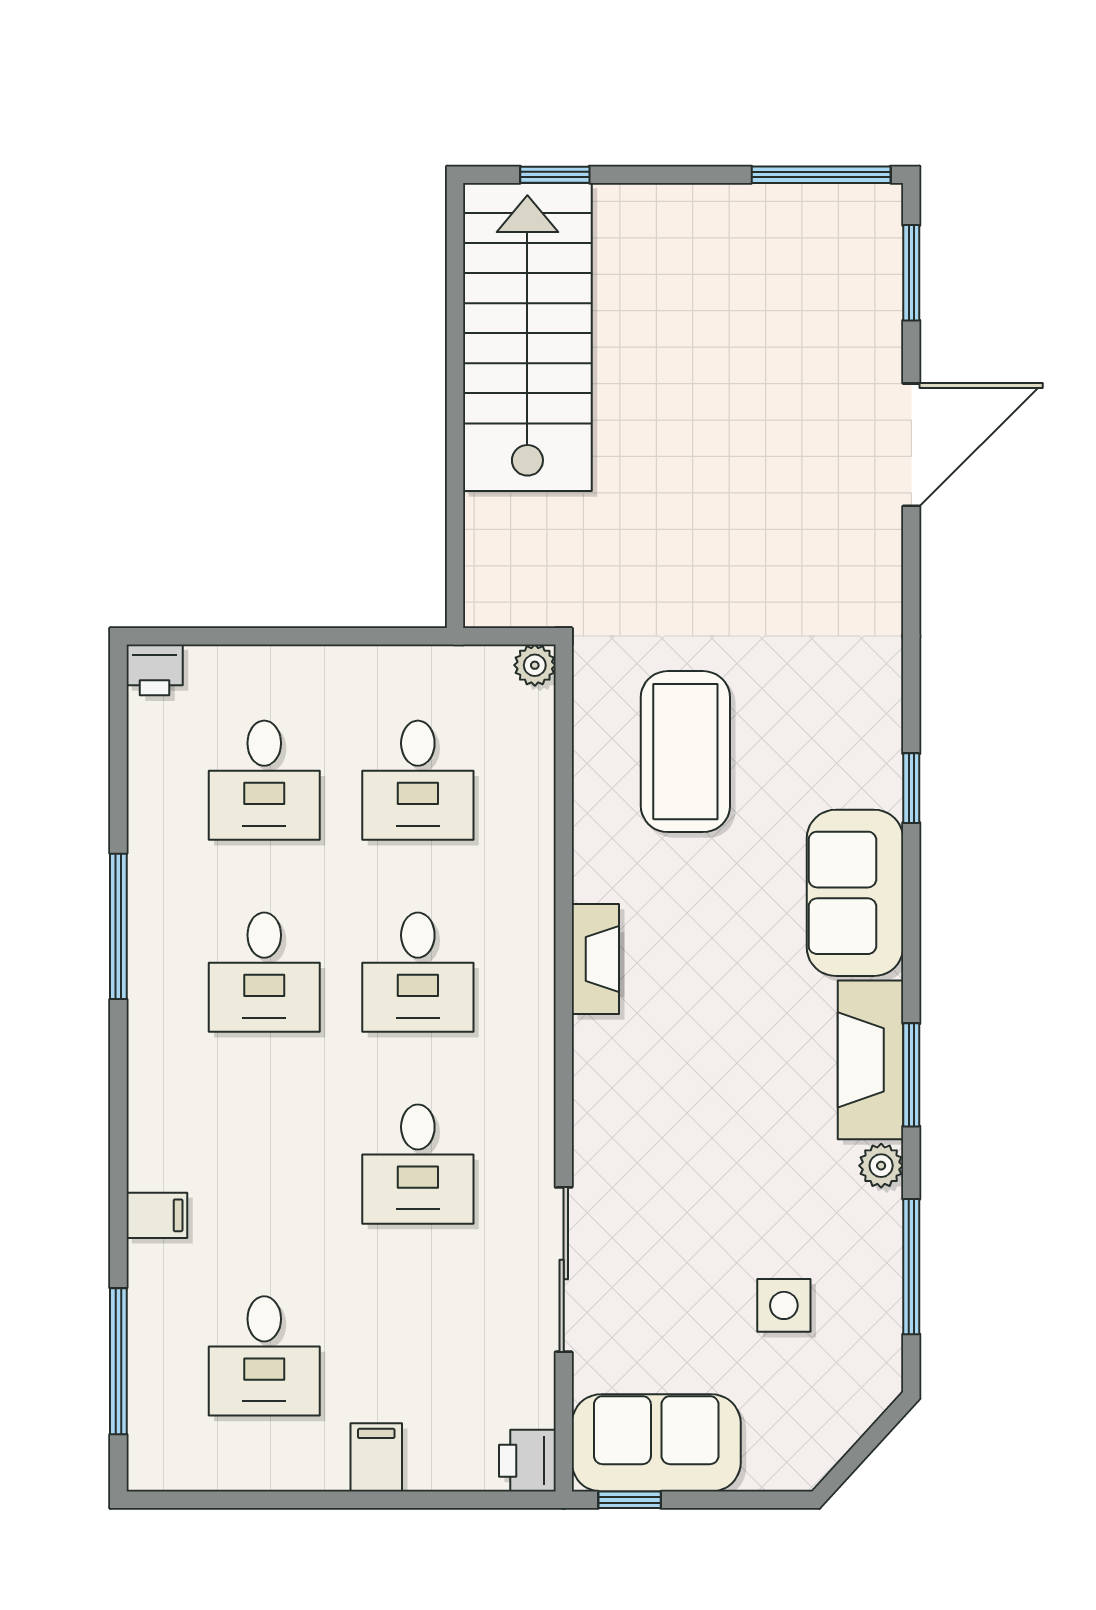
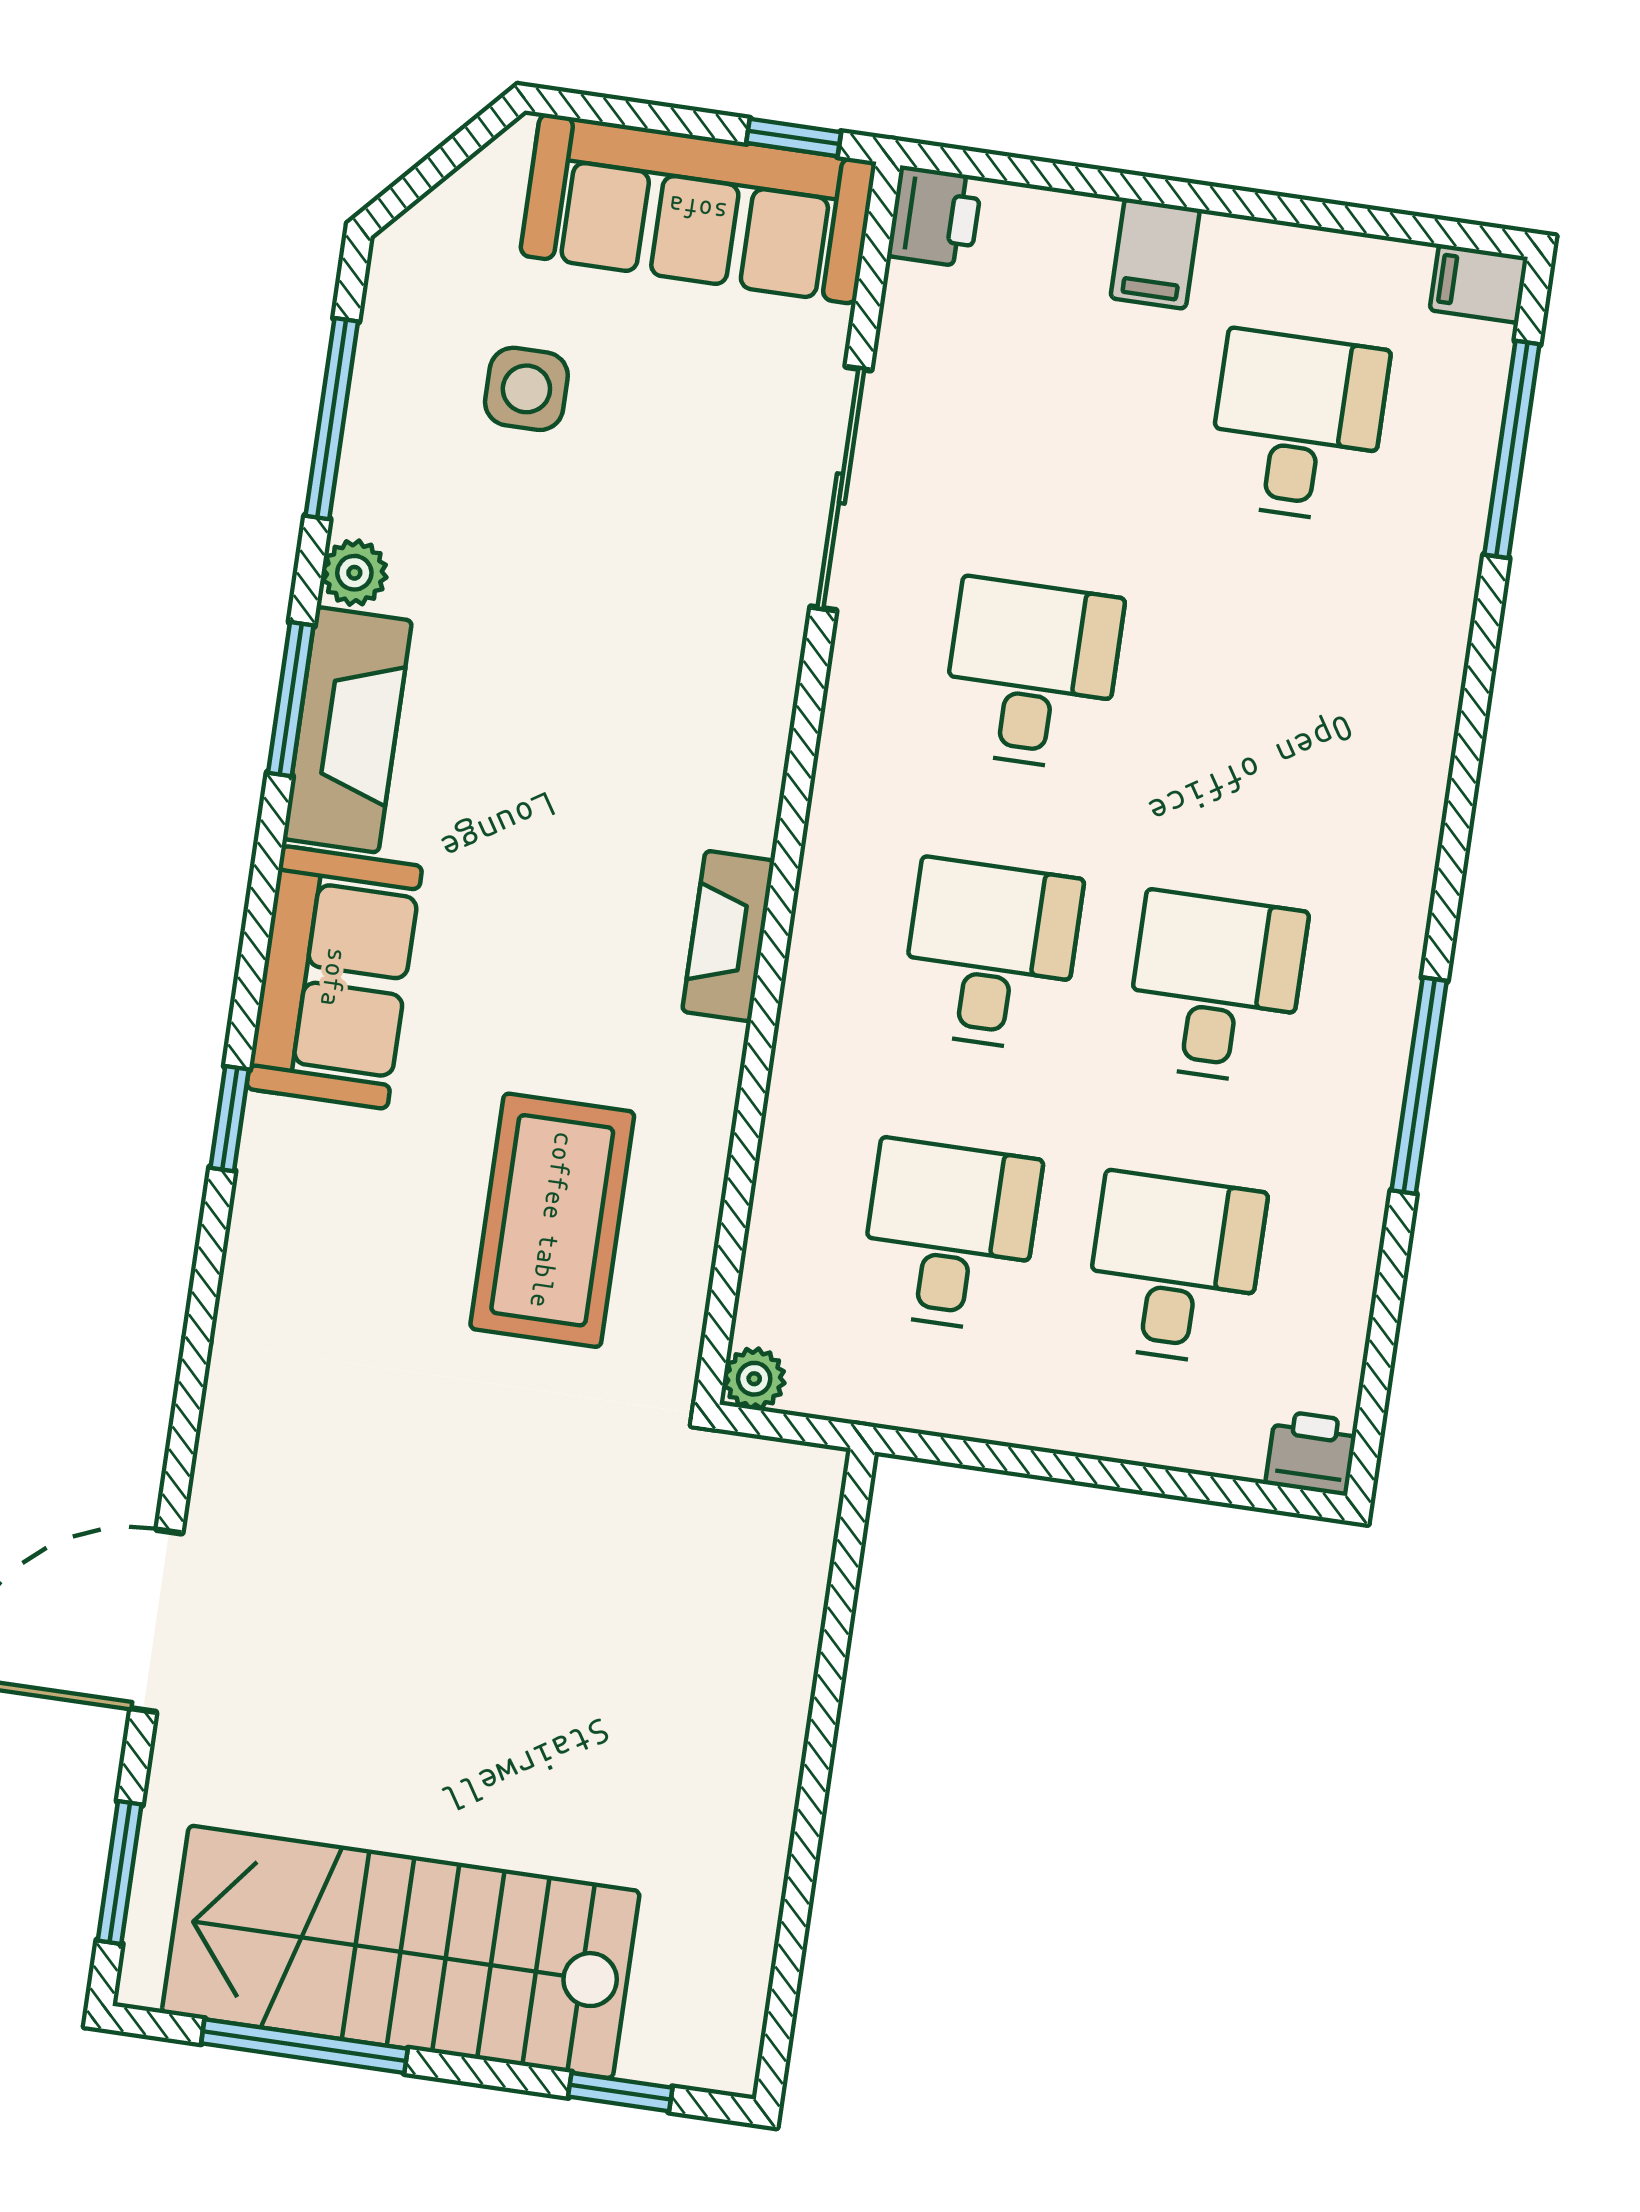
window: (821, 175) -> (304, 2046), moved
stairs: (527, 337) -> (401, 1952), moved, turned 90
filing cabinet: (157, 1215) -> (1479, 284), moved
sofa: (656, 1443) -> (698, 209), width x1.36

